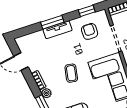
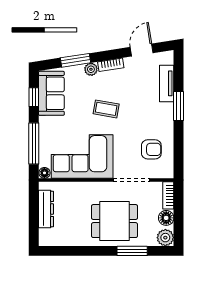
window: (87, 11) -> (179, 154), removed
tv unit: (58, 30) -> (167, 83), moved

